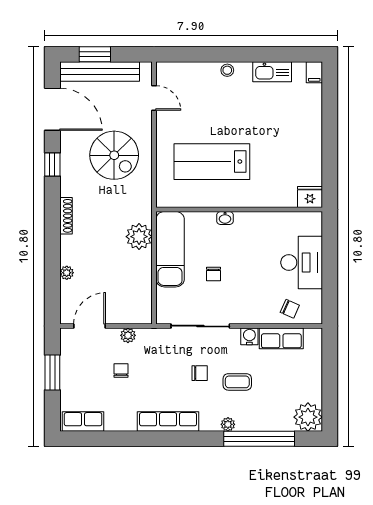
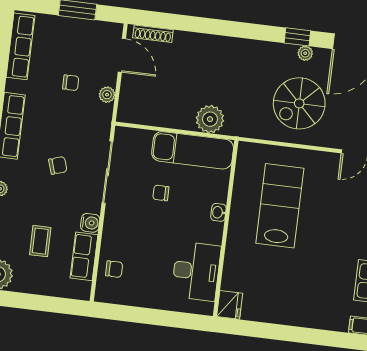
shoe rack: (66, 216) -> (153, 34), moved
desk: (302, 262) -> (196, 271), moved, turned -90
plant: (67, 273) -> (305, 53), moved
chair: (290, 309) -> (114, 269), turned -114
chair: (200, 373) -> (58, 165), turned -108
coffee table: (237, 382) -> (40, 241), moved
row of seats: (83, 422) -> (20, 46), width x1.48

